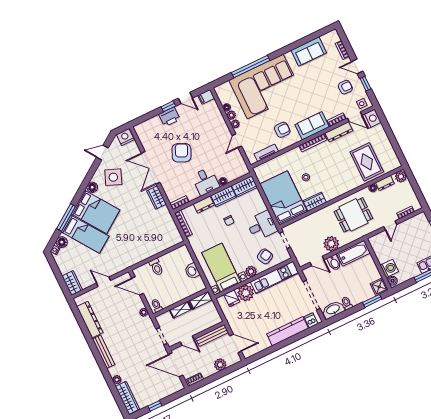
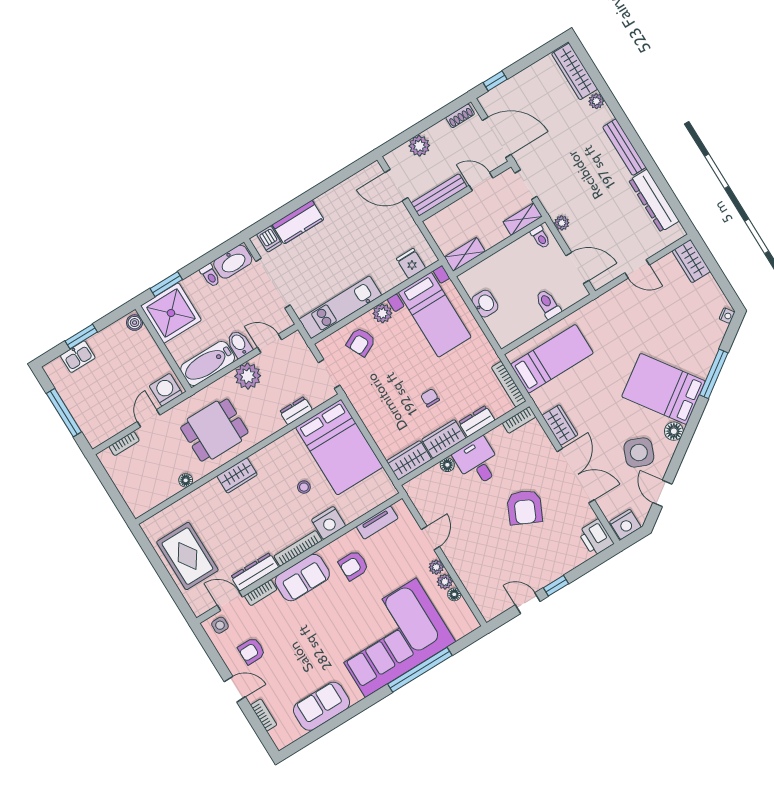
window: (365, 84) -> (217, 661), removed
filing cabinet: (206, 97) -> (492, 609), removed
printer: (169, 117) -> (596, 538), moved, turned -90
nightstand: (372, 119) -> (328, 523), moved, turned -90
door: (102, 153) -> (662, 493), swing flipped
rug: (367, 162) -> (187, 556), moved
plant: (401, 177) -> (139, 505), removed
dresser: (385, 183) -> (296, 411), moved
wardrobe: (315, 202) -> (237, 475), moved
desk: (262, 226) -> (372, 395), removed
bed: (85, 234) -> (552, 359), moved, turned 125
floor lamp: (62, 242) -> (717, 330), removed
washing machine: (389, 268) -> (166, 390), moved, turned 90
shower: (379, 287) -> (171, 313), width x1.86, depth x1.86
plant: (246, 293) -> (388, 275), removed
shelving: (181, 310) -> (522, 219), moved
kitchen counter: (288, 331) -> (298, 222), width x0.67
window: (155, 406) -> (495, 81), moved

